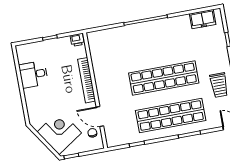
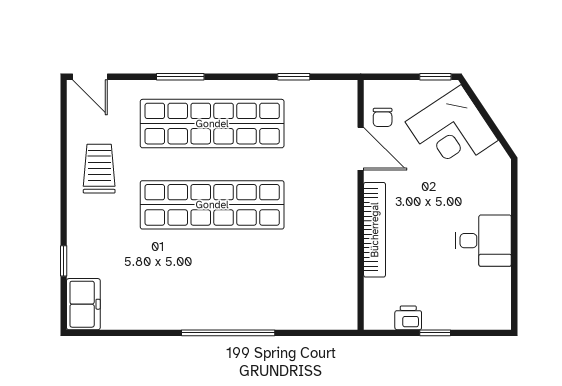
freezer: (203, 19) -> (83, 304), moved, turned 90
printer: (77, 40) -> (408, 318), moved
desk: (33, 74) -> (483, 241), moved

